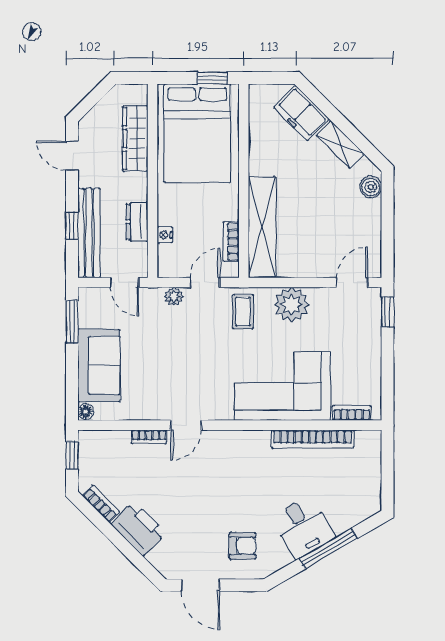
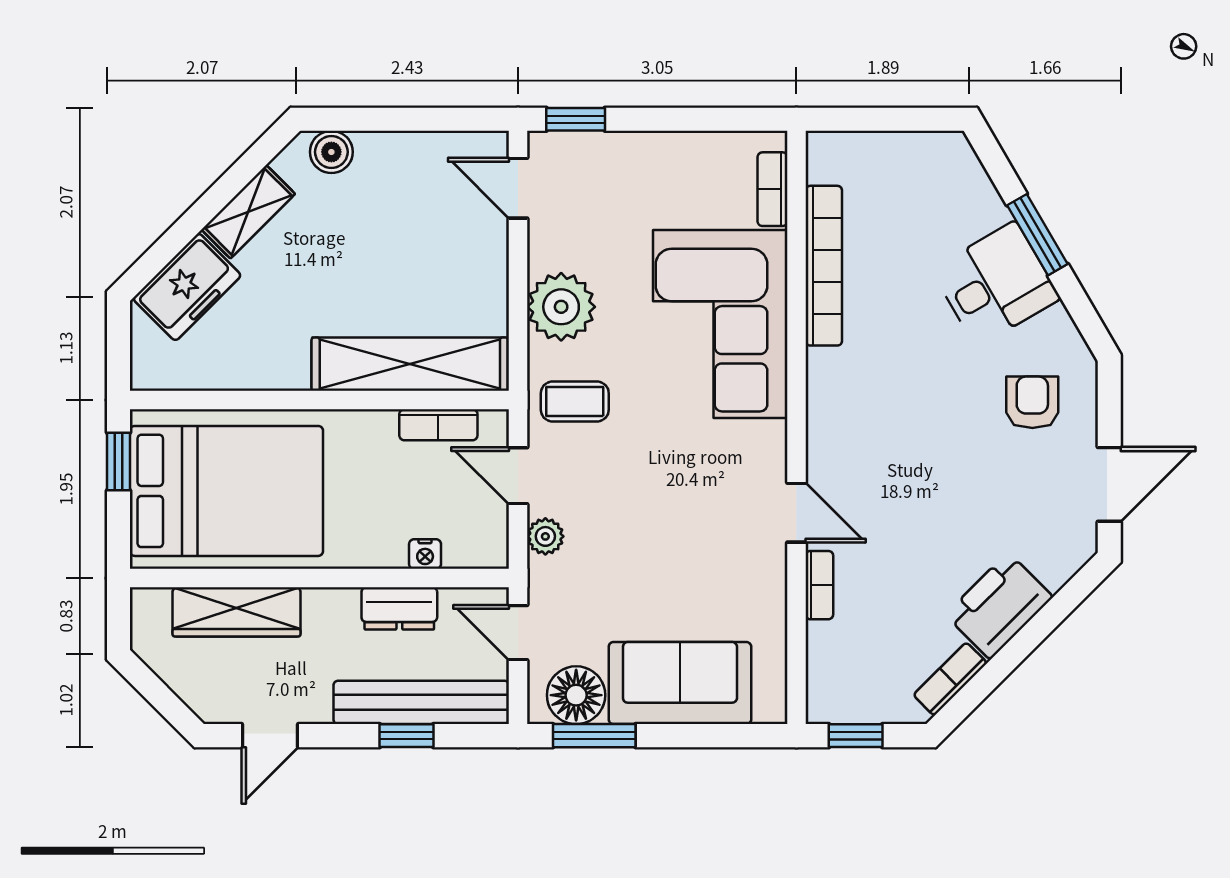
door: (125, 283) -> (518, 633), swing flipped
floor lamp: (86, 412) -> (576, 695), moved, width x1.89, depth x1.89
window: (328, 548) -> (1037, 235), width x0.69

